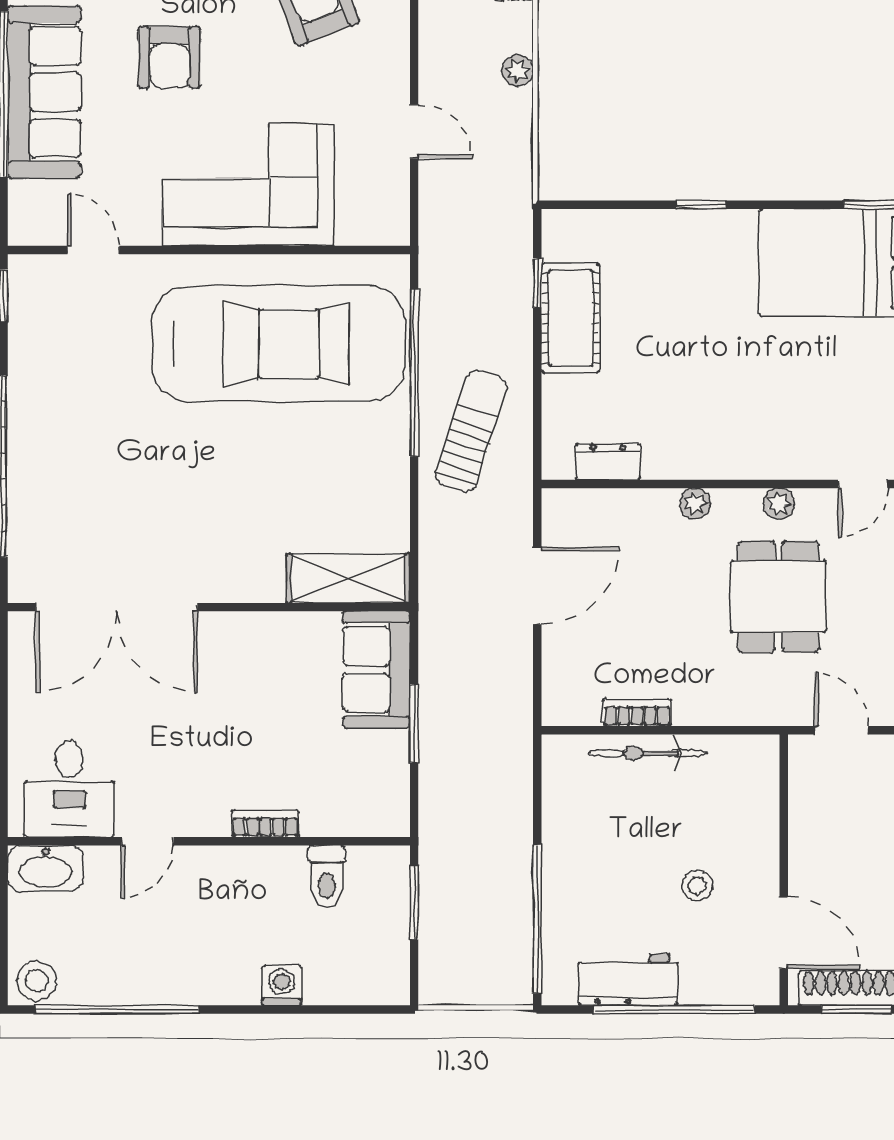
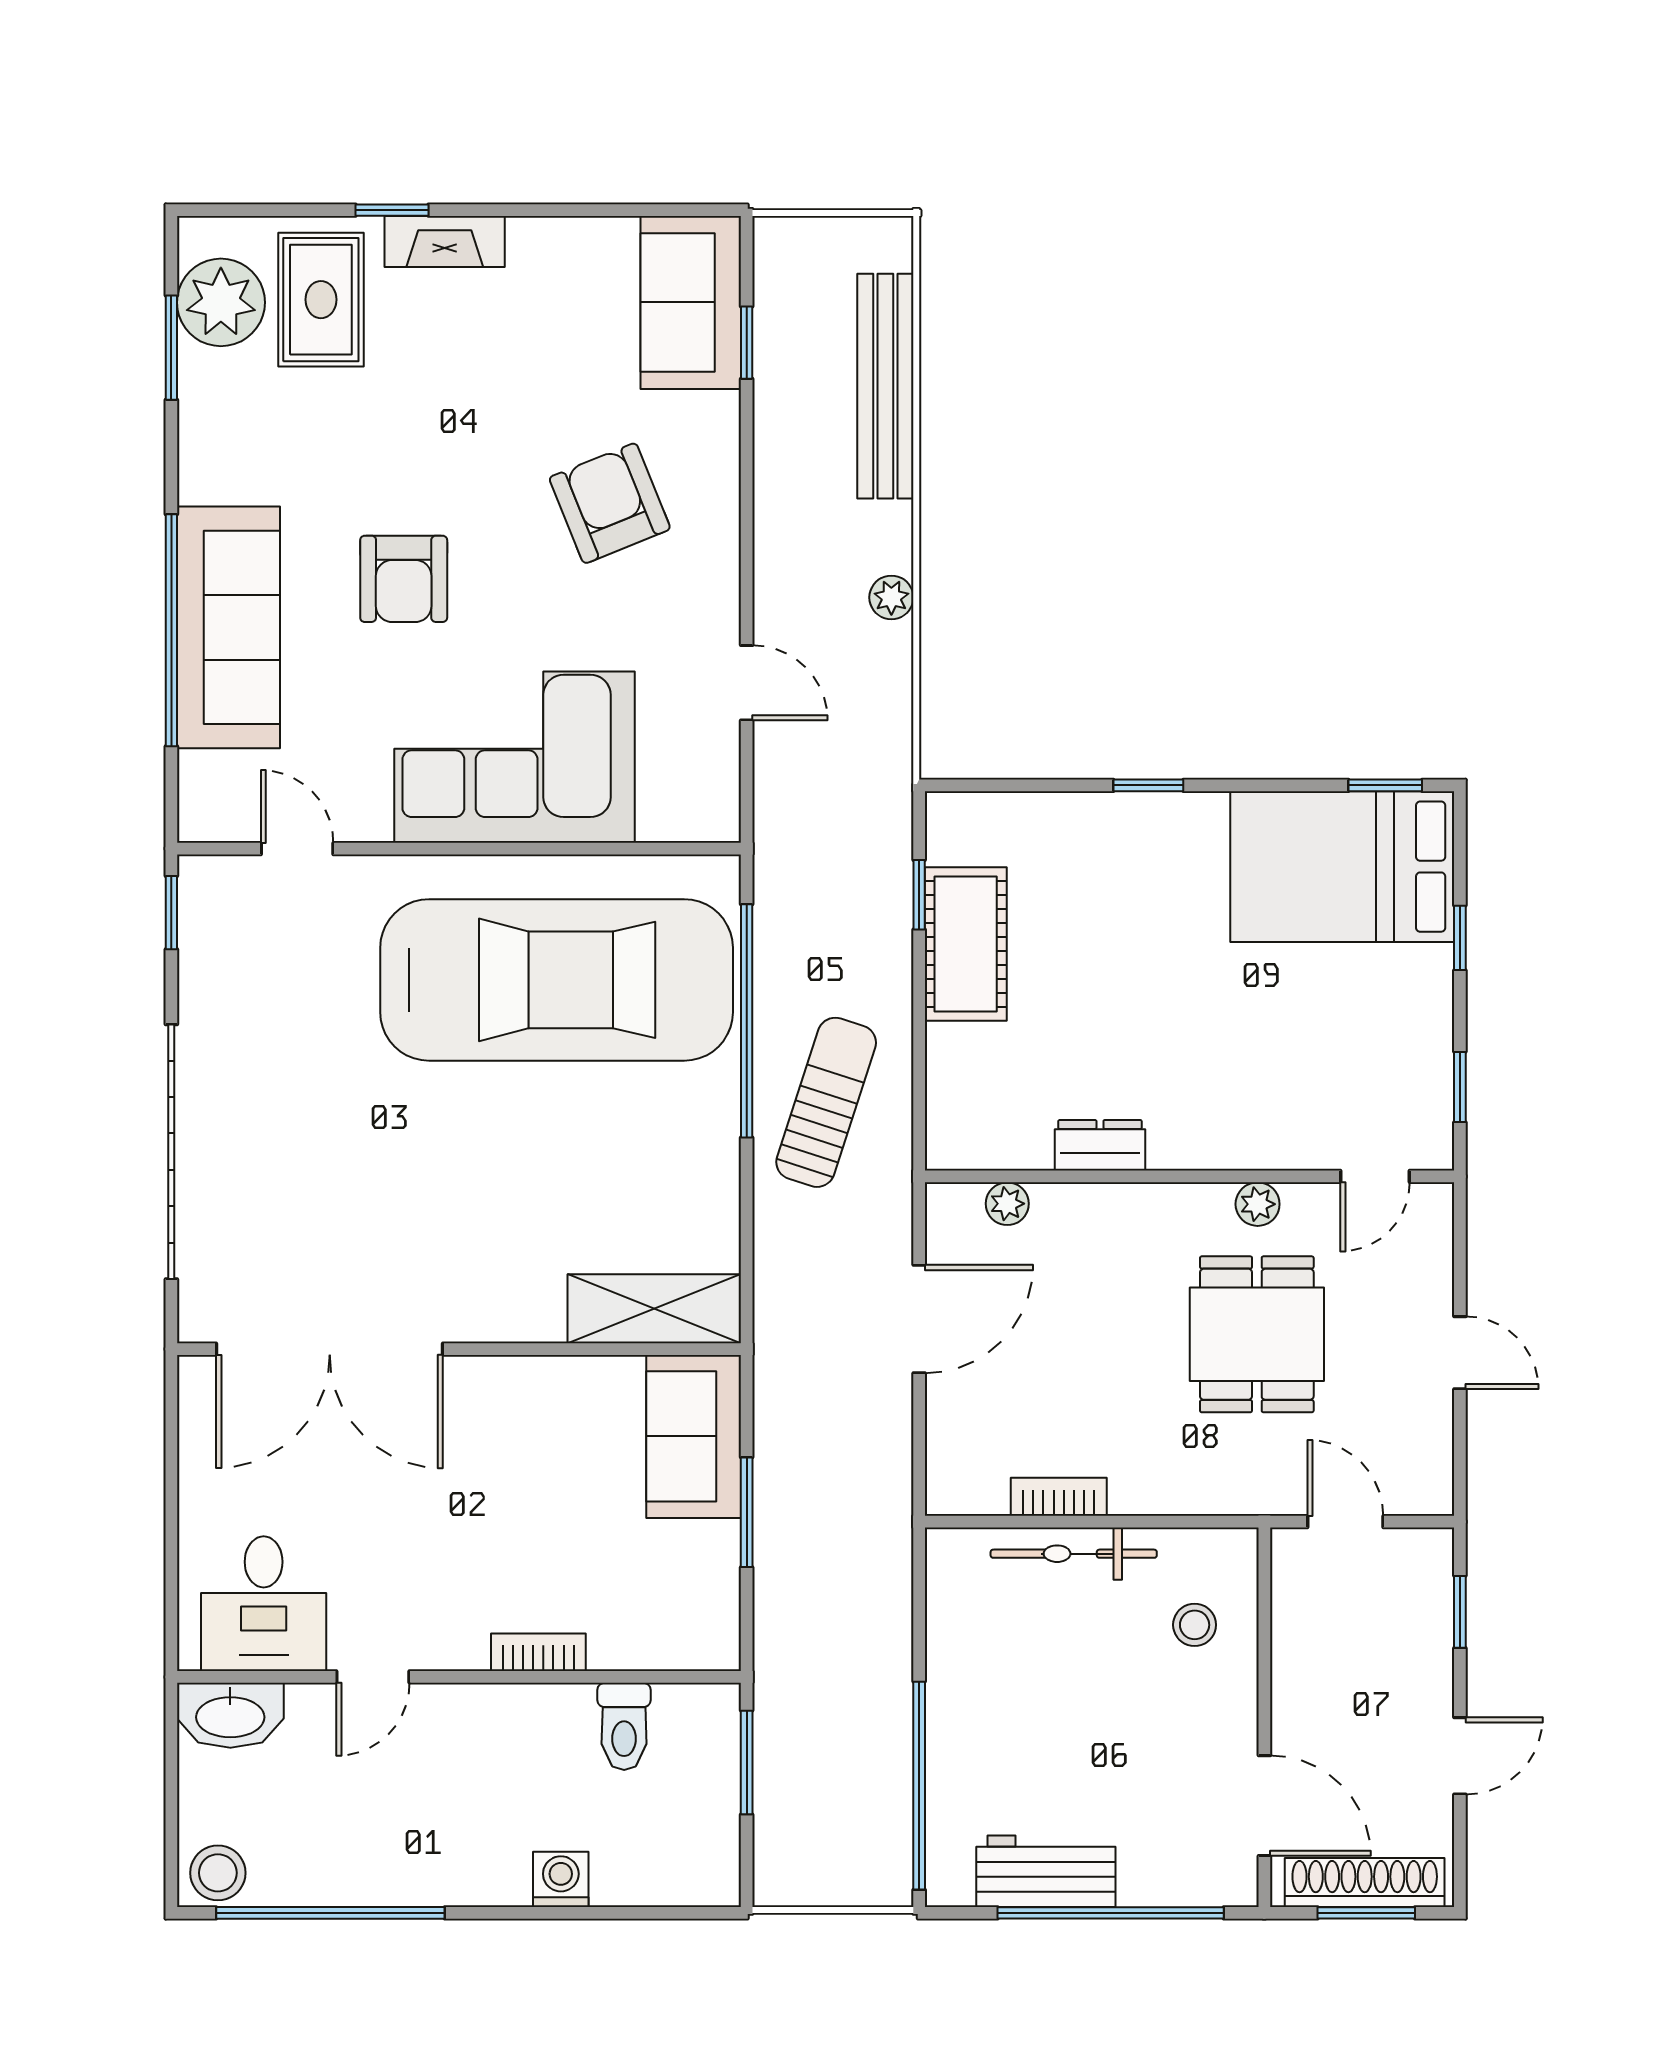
dresser: (608, 462) -> (1100, 1145), moved
plant: (695, 503) -> (1007, 1204), moved
stool: (697, 886) -> (1195, 1625), moved

